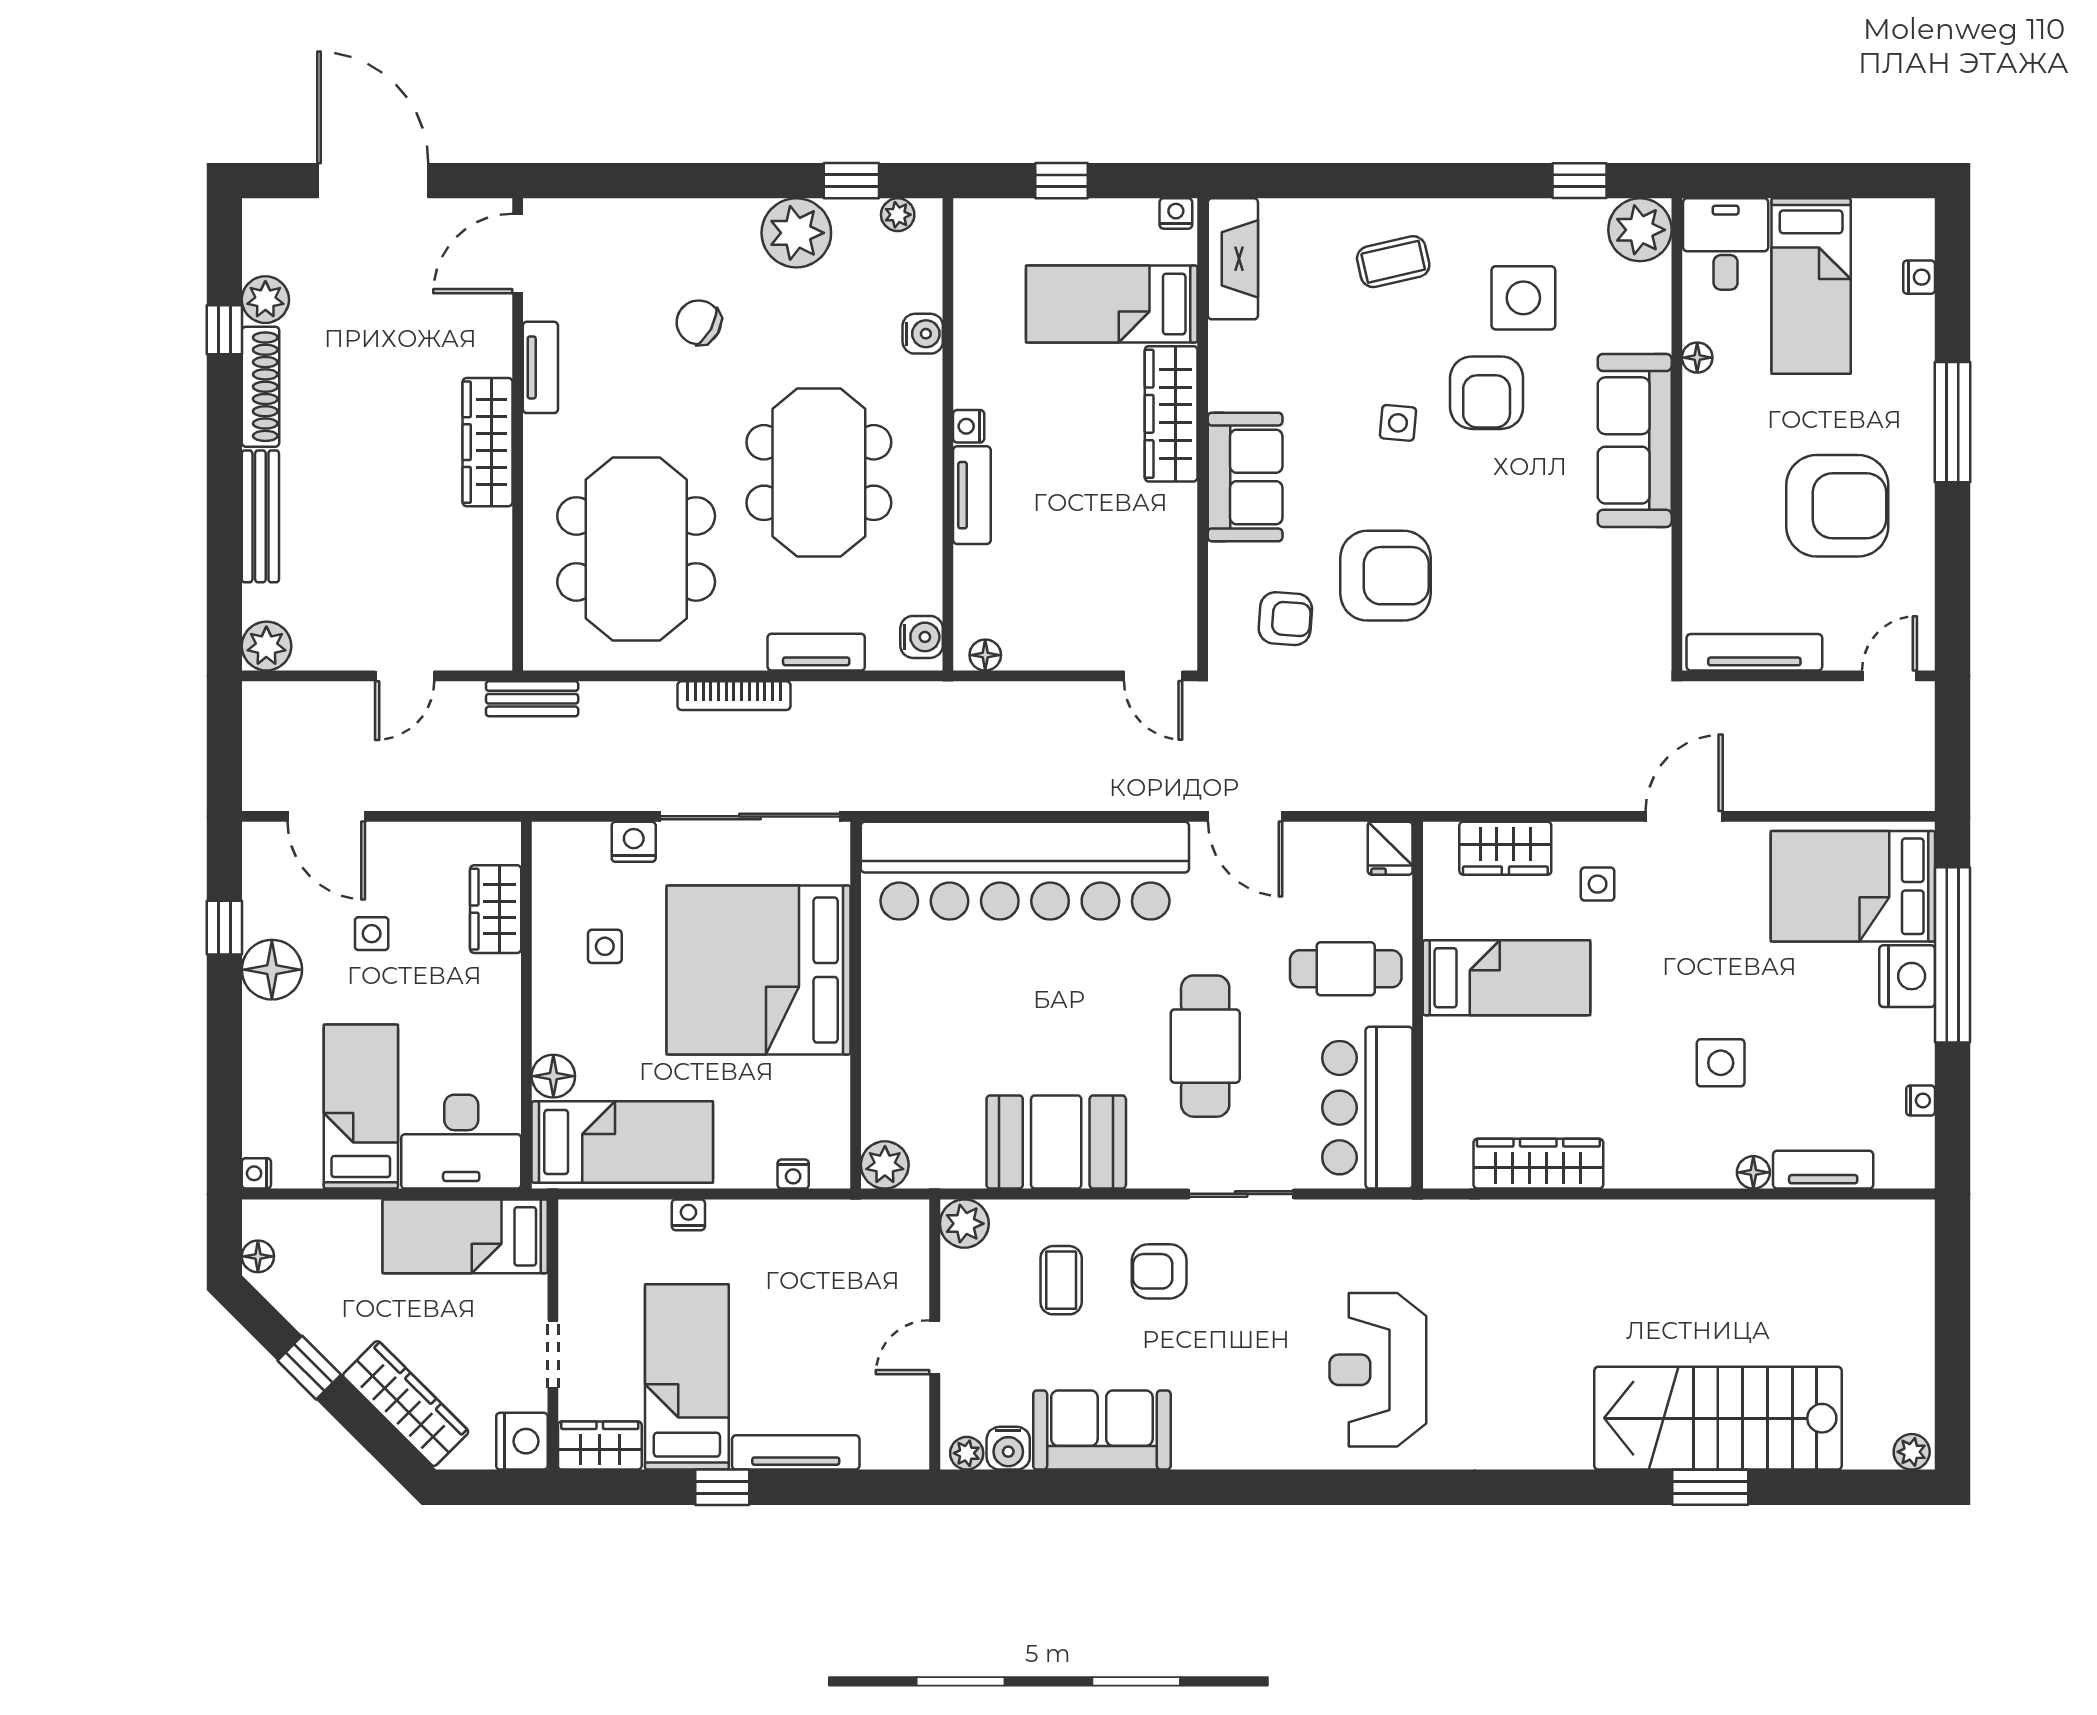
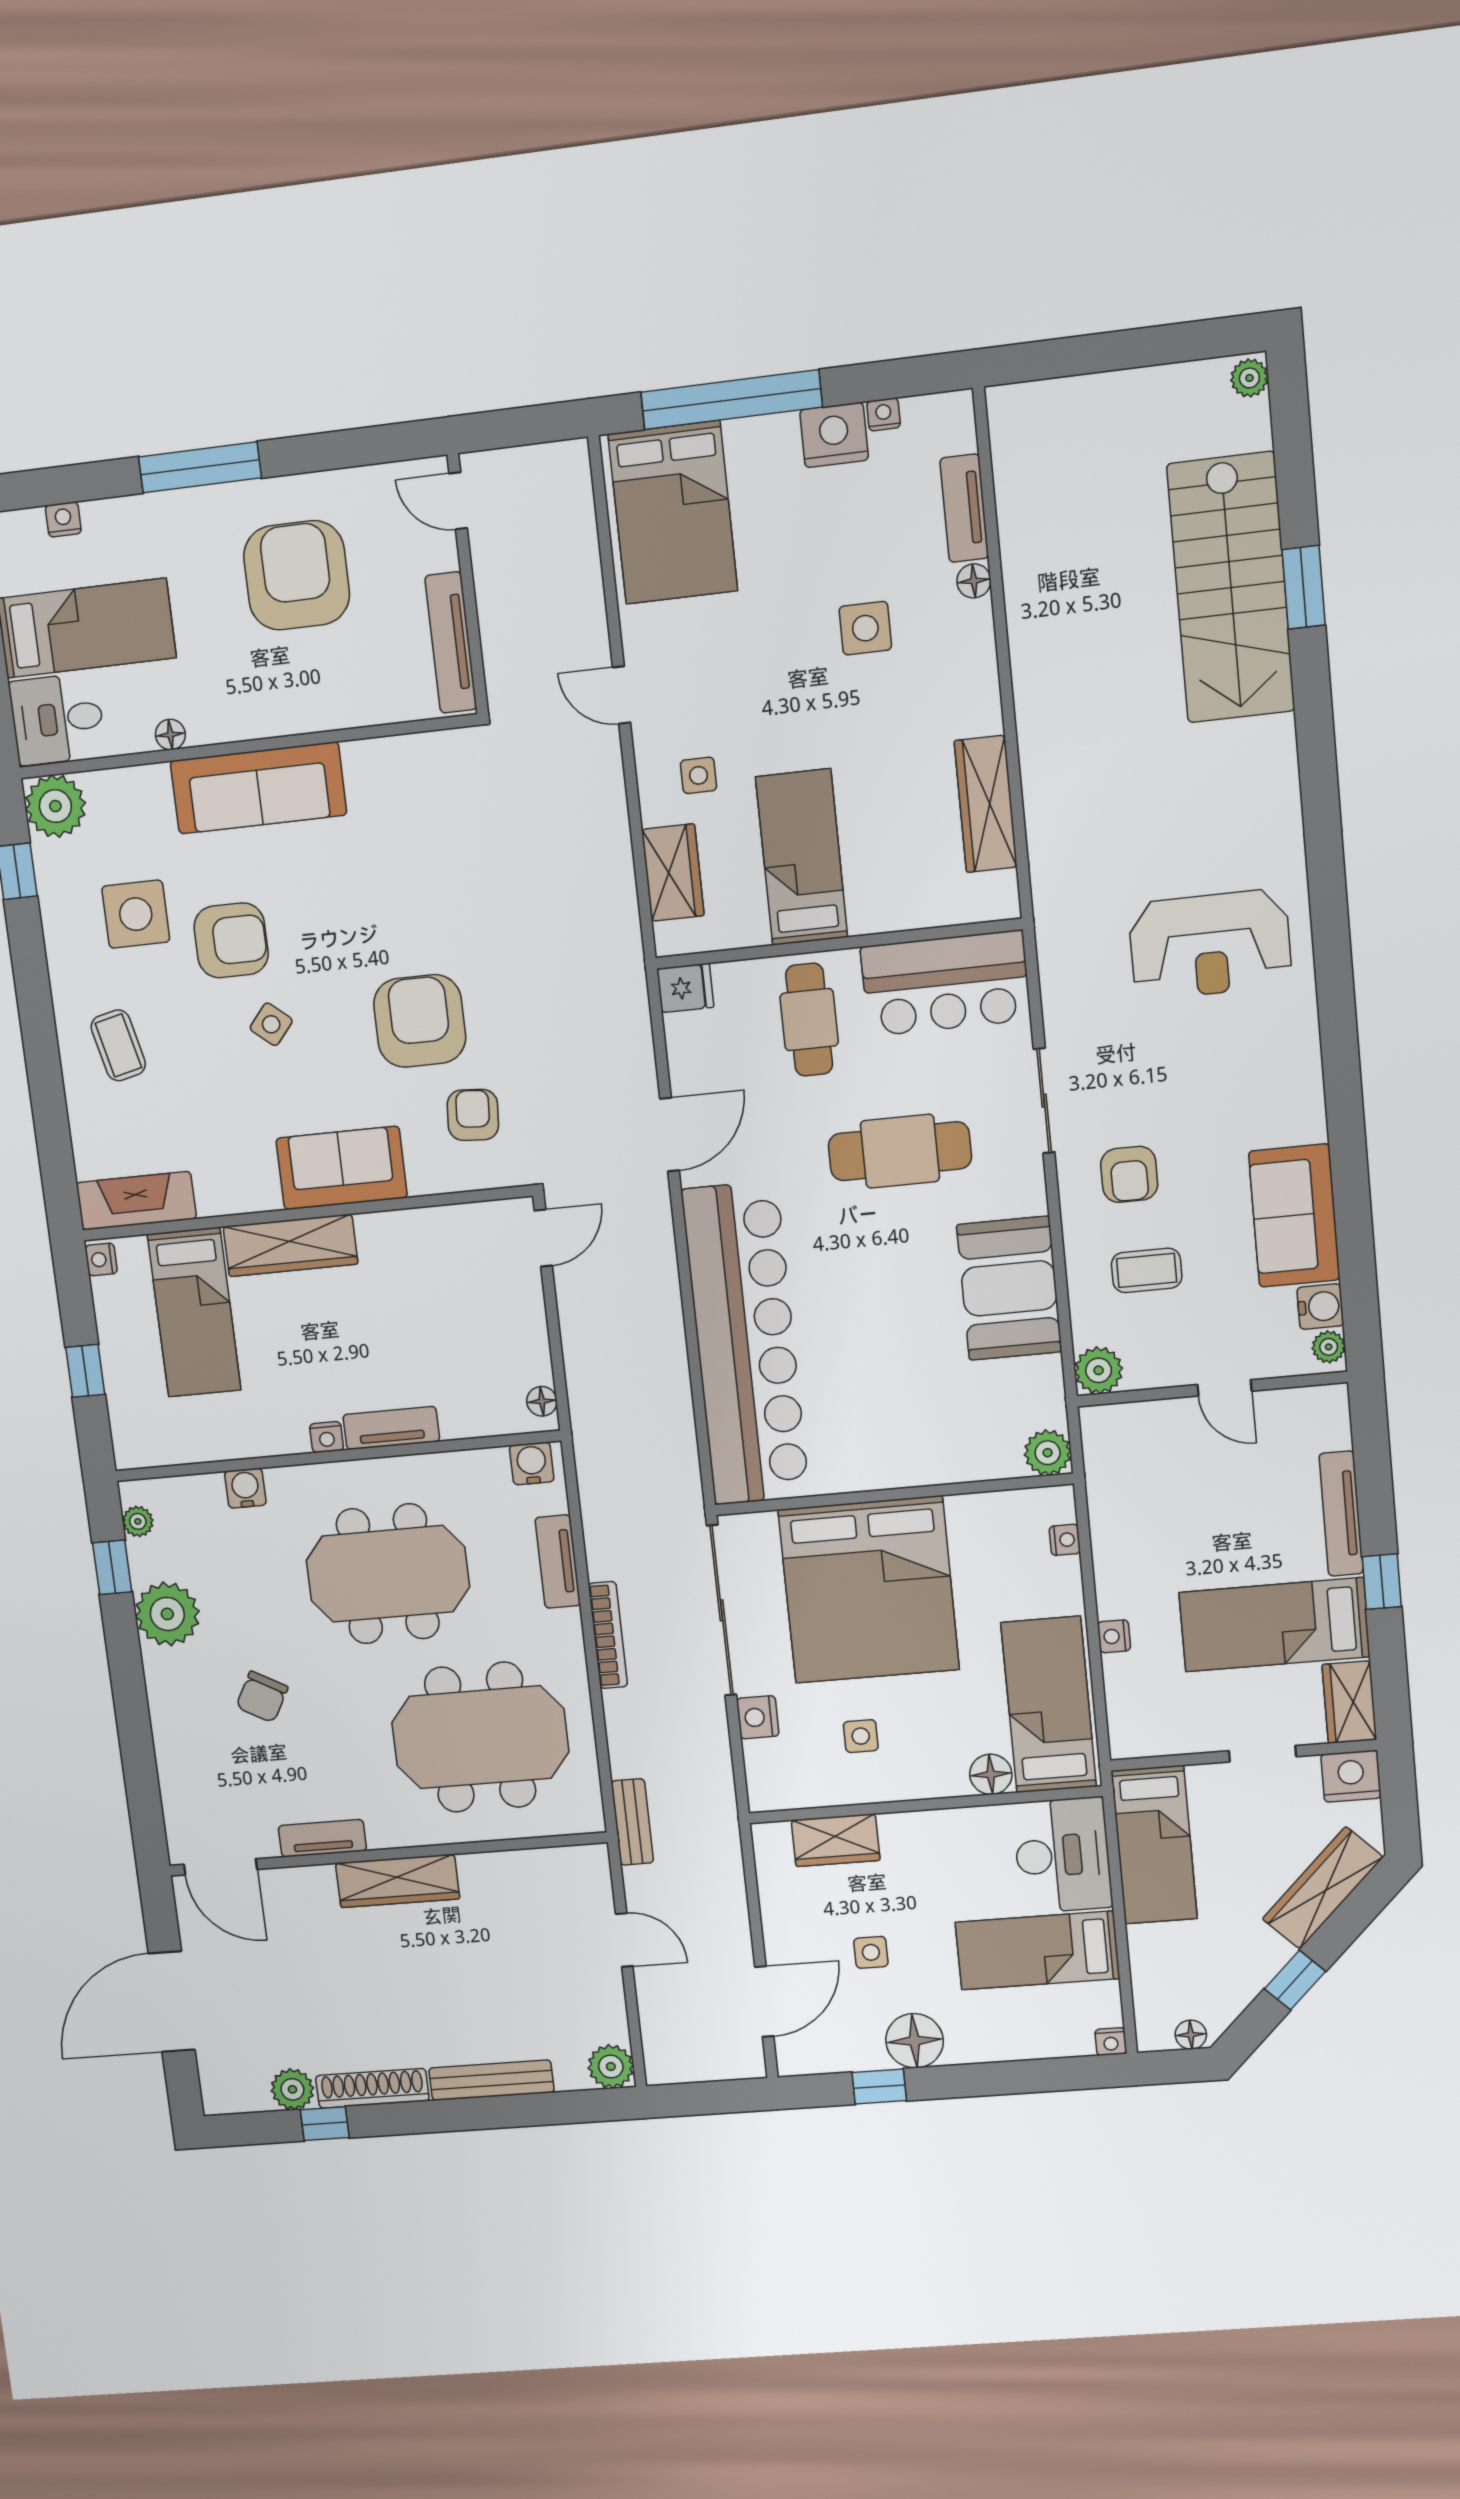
side table: (1398, 423) -> (271, 1024), turned 35
door: (1684, 816) -> (622, 695), width x0.73
nightstand: (1907, 976) -> (834, 435), moved

